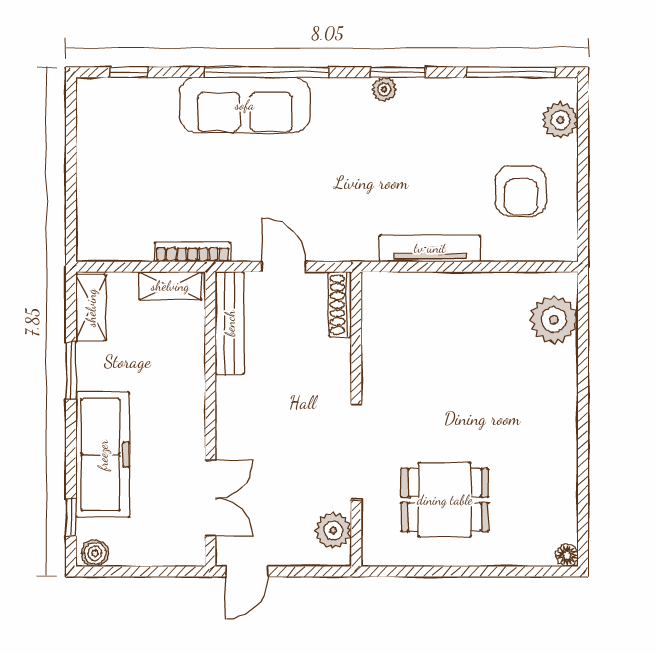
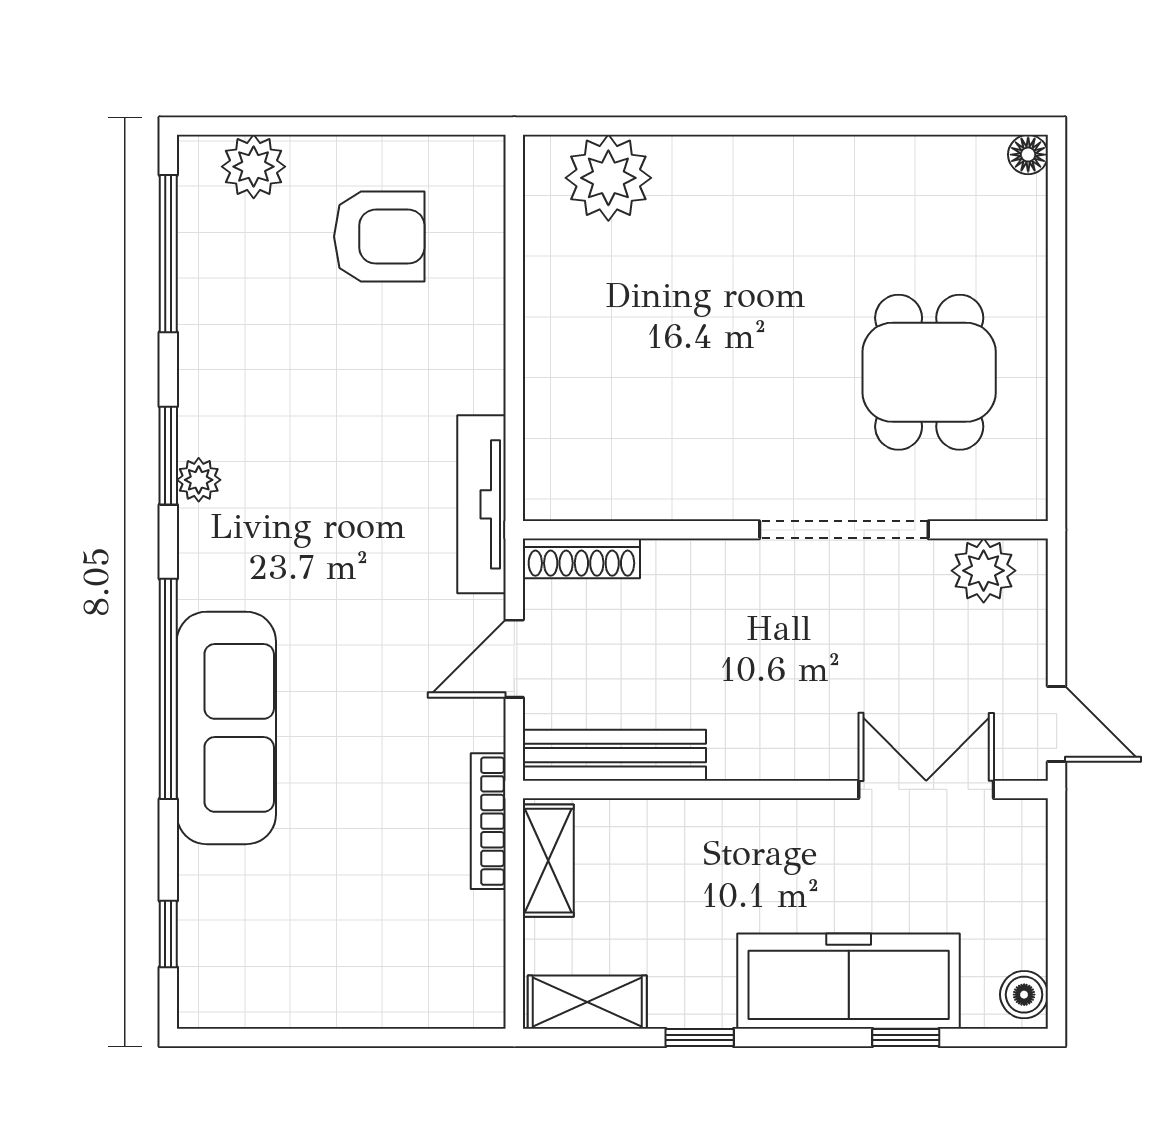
tv unit: (430, 248) -> (481, 504), moved
window: (71, 371) -> (700, 1037), width x0.67
window: (71, 517) -> (906, 1037), moved

